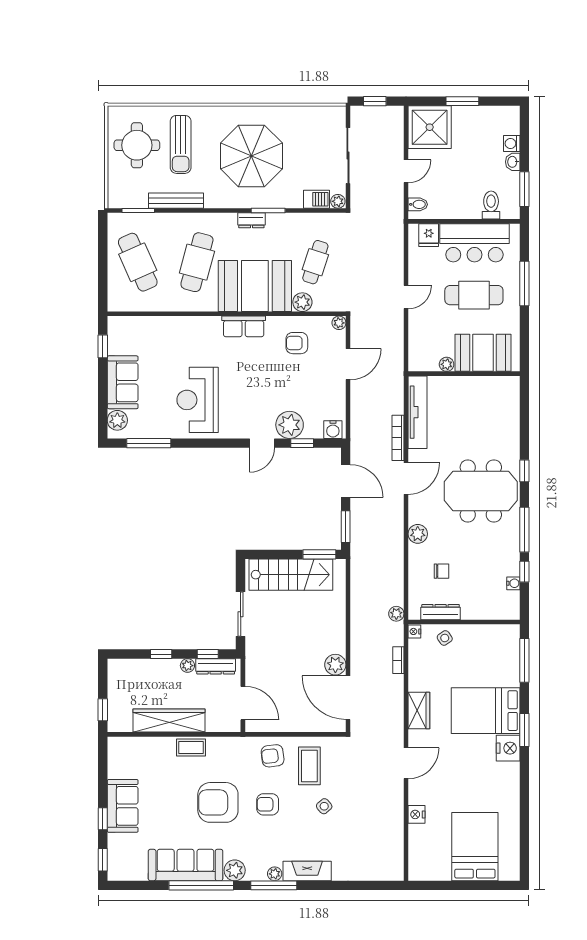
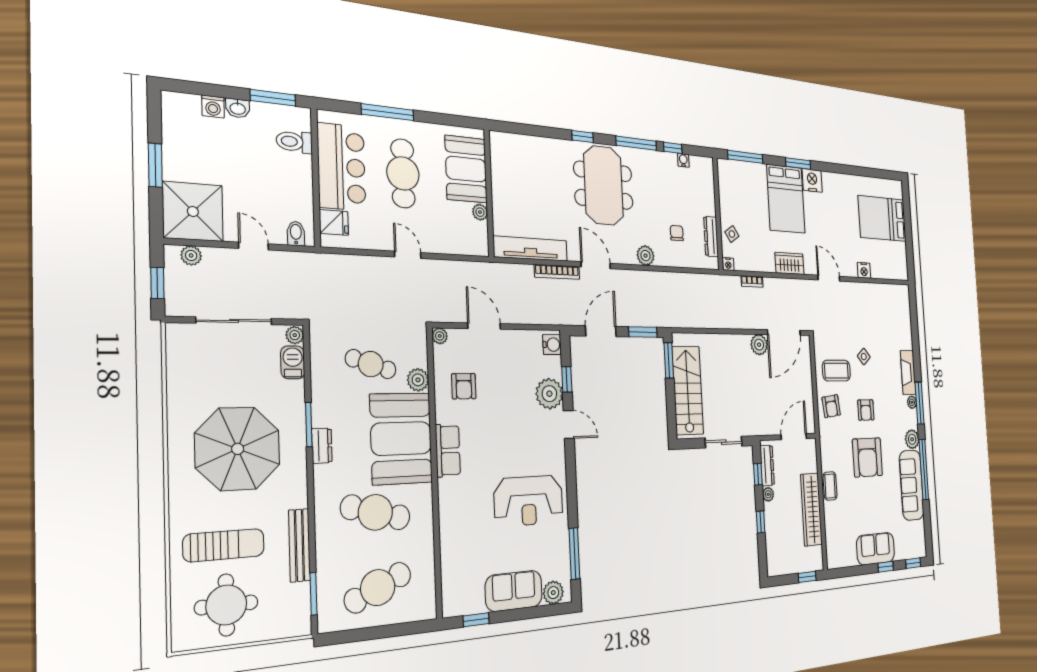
plant: (396, 614) -> (191, 255), moved

